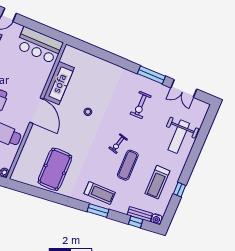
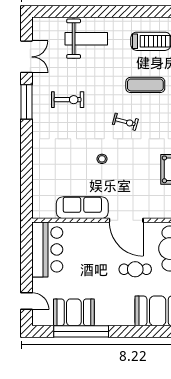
door: (37, 111) -> (126, 220), swing flipped
exercise bike: (118, 144) -> (125, 122), moved
window: (180, 190) -> (149, 11), removed

